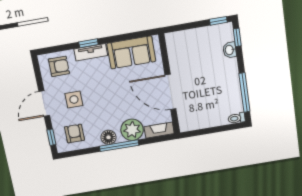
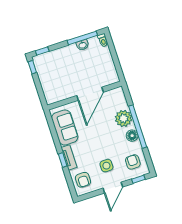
washbasin: (230, 50) -> (83, 45), moved
armchair: (59, 66) -> (83, 180), turned 180
door: (44, 104) -> (113, 188), hinge flipped
fireplace: (159, 130) -> (121, 98), removed
armchair: (74, 134) -> (133, 162), turned 90
window: (119, 146) -> (138, 127), width x1.46

